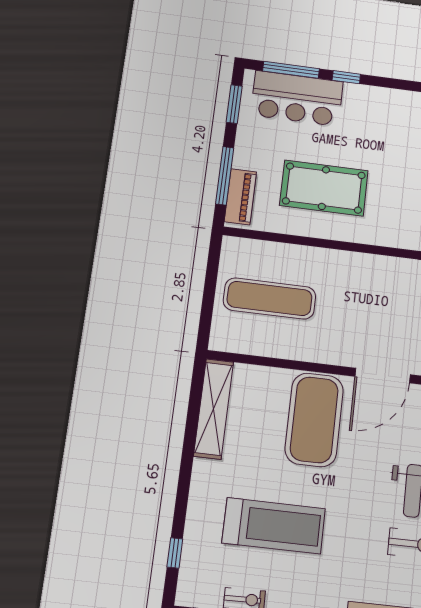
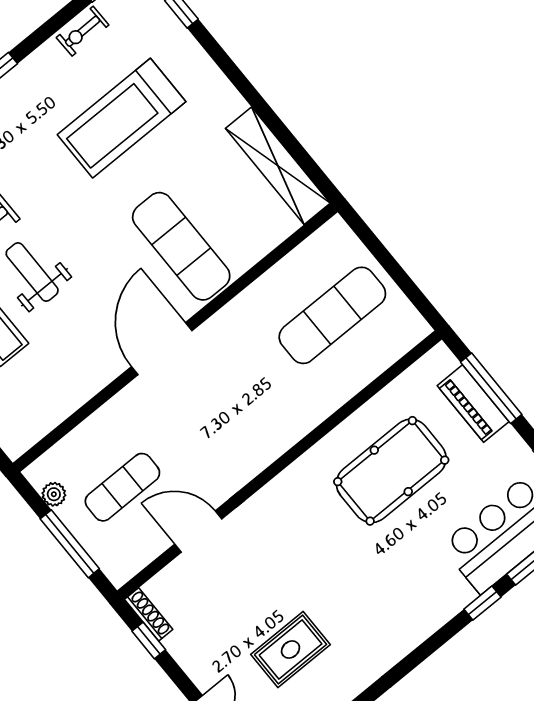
piano: (240, 197) -> (473, 404), moved
exercise mat: (314, 420) -> (181, 246), width x0.68

